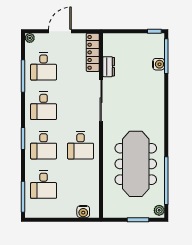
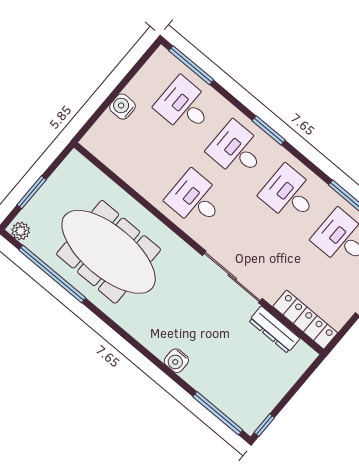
water cooler: (159, 64) -> (176, 361), moved
dresser: (109, 67) -> (274, 330), width x1.44
water cooler: (83, 212) -> (122, 107), moved

